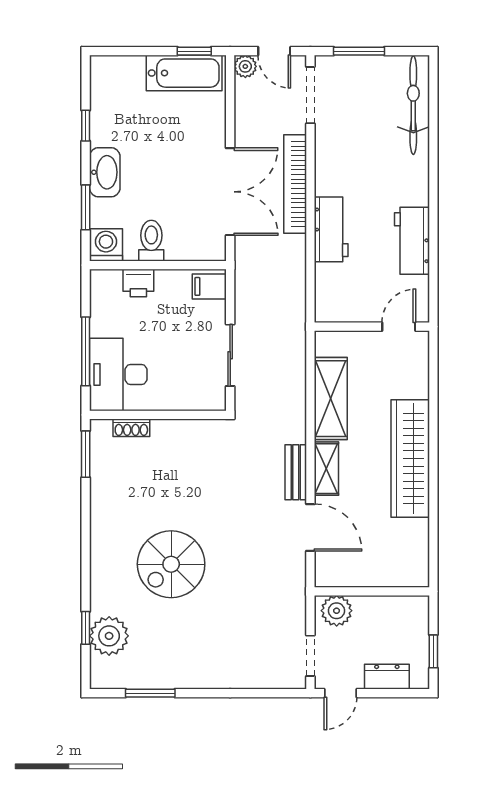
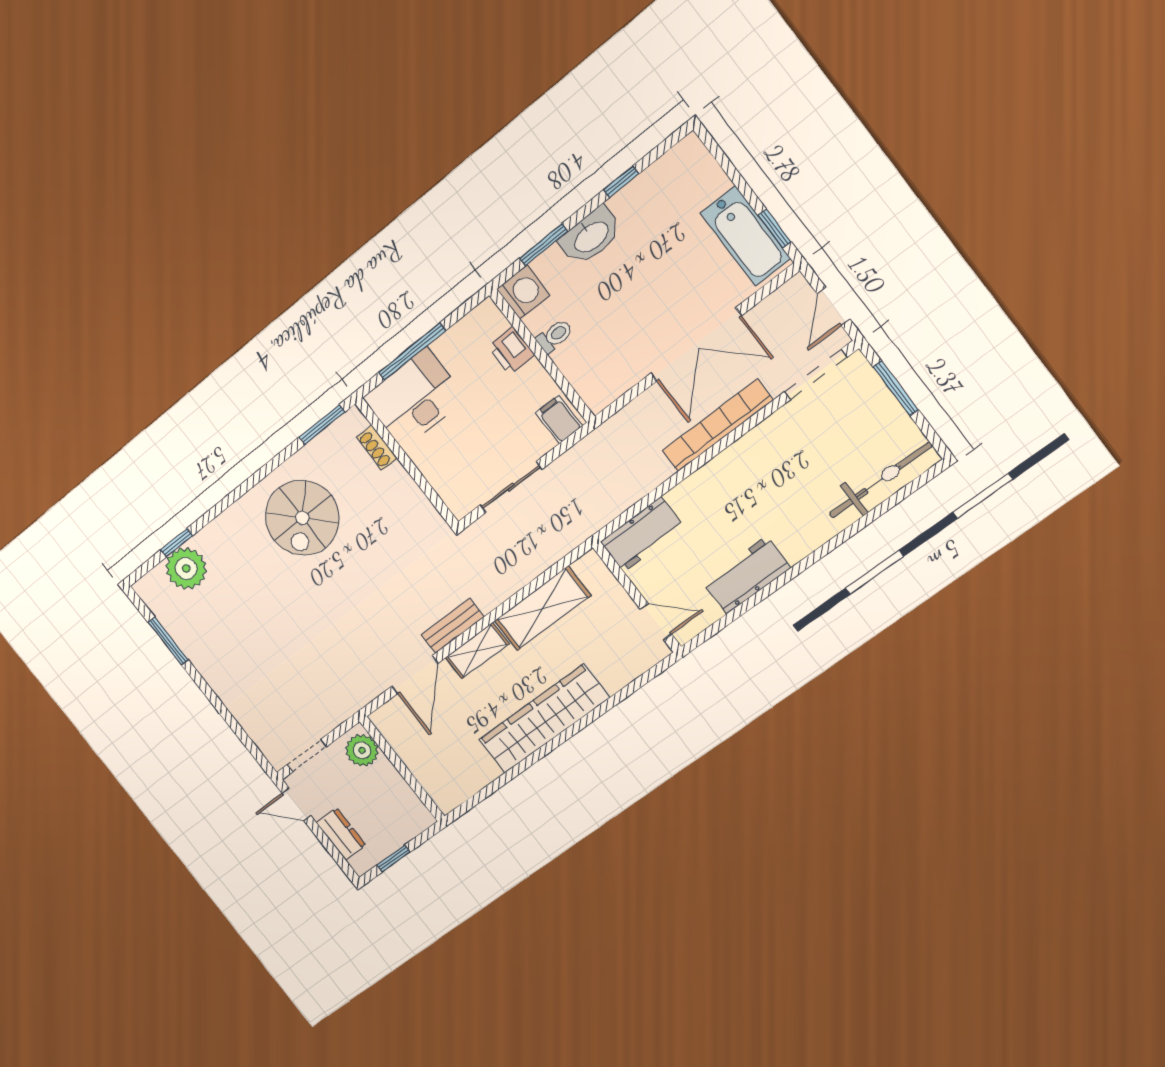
plant: (245, 66) -> (797, 290), removed
double door: (230, 192) -> (696, 345), moved
workbench: (331, 229) -> (642, 535), moved
toilet: (151, 241) -> (555, 336), width x0.73, depth x0.72
spiral stairs: (171, 564) -> (302, 518), moved, turned -90

